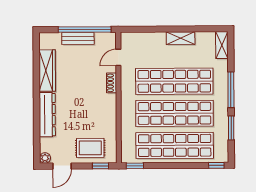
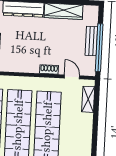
shelving: (181, 38) -> (88, 99), moved

